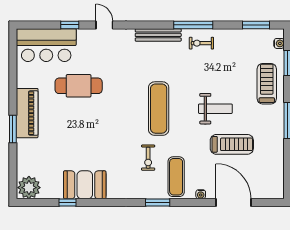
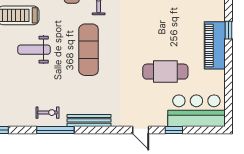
window: (13, 129) -> (228, 30), width x0.67

